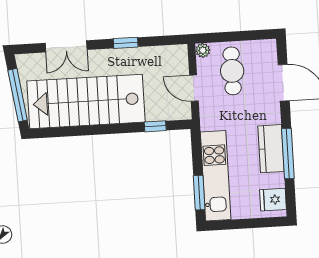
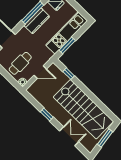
door: (194, 88) -> (40, 72), hinge flipped
window: (18, 95) -> (105, 138), width x0.69
window: (199, 193) -> (67, 45), moved

